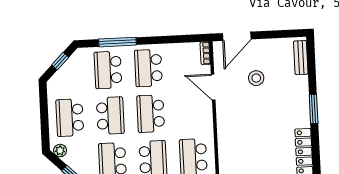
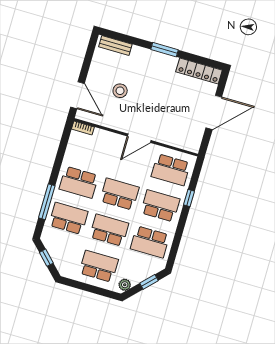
school desk: (108, 70) -> (68, 218), turned 180
door: (213, 87) -> (139, 138), moved
school desk: (151, 114) -> (120, 194), turned 180
school desk: (70, 118) -> (99, 266), turned 180

